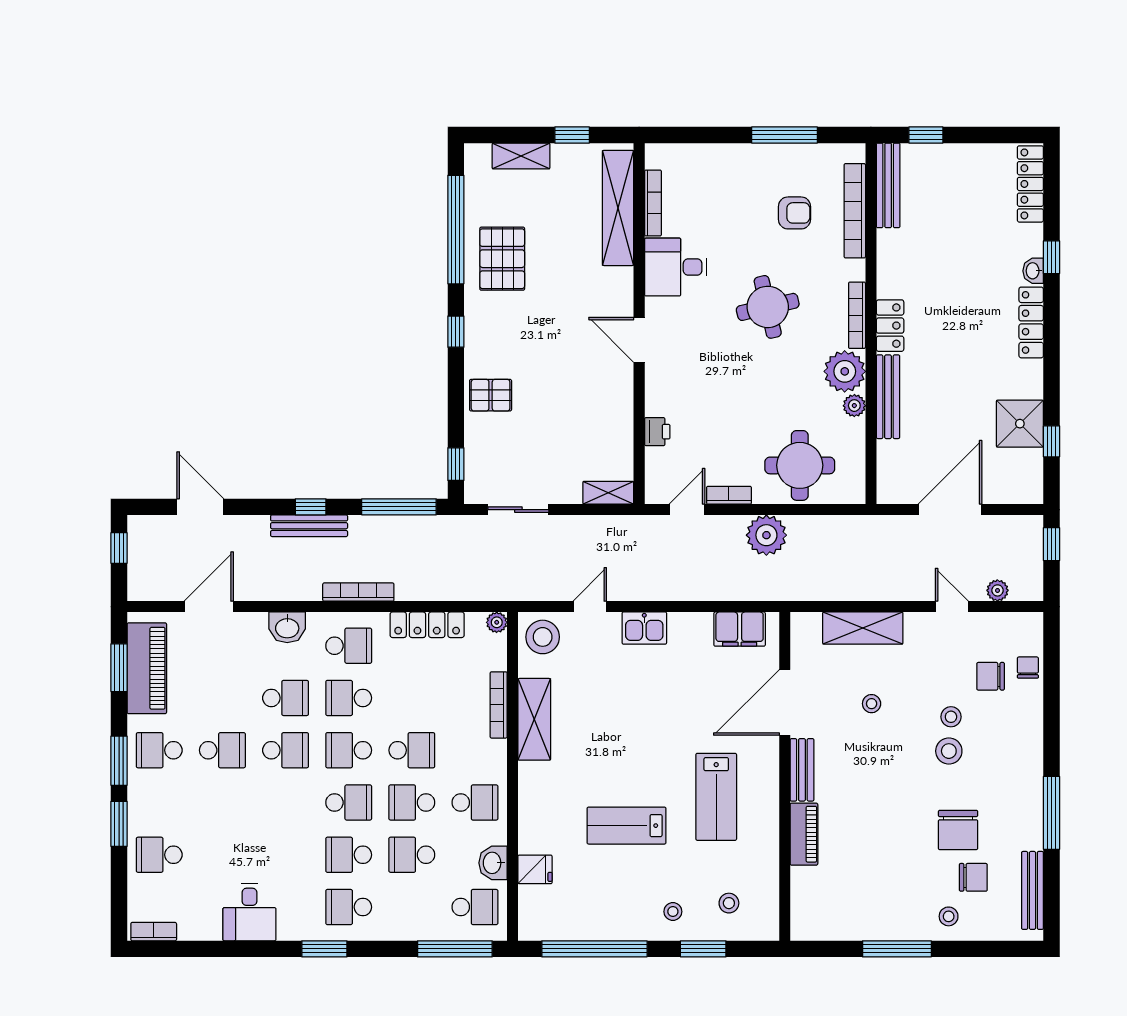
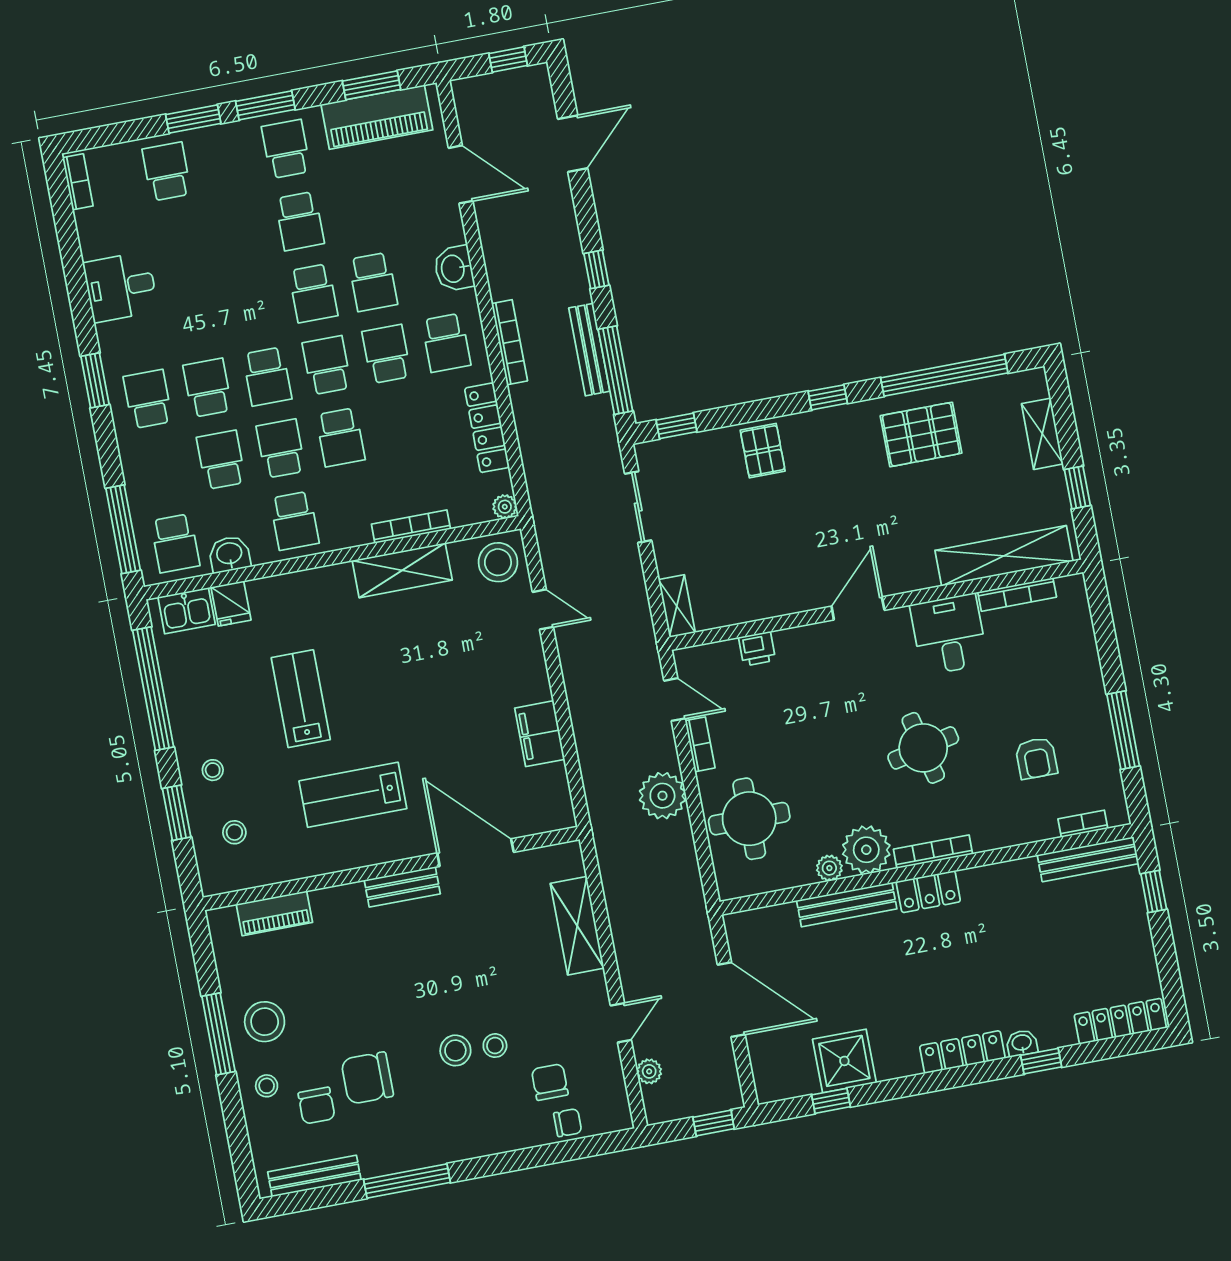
bookcase: (855, 211) -> (1083, 824), width x0.43, depth x0.76
bench: (309, 526) -> (589, 350), moved
kitchen sink: (644, 628) -> (187, 611), moved, turned -90
filing cabinet: (740, 629) -> (540, 734), moved
stool: (872, 704) -> (265, 1022), moved, width x1.89, depth x1.89
piano: (804, 834) -> (274, 913), moved

